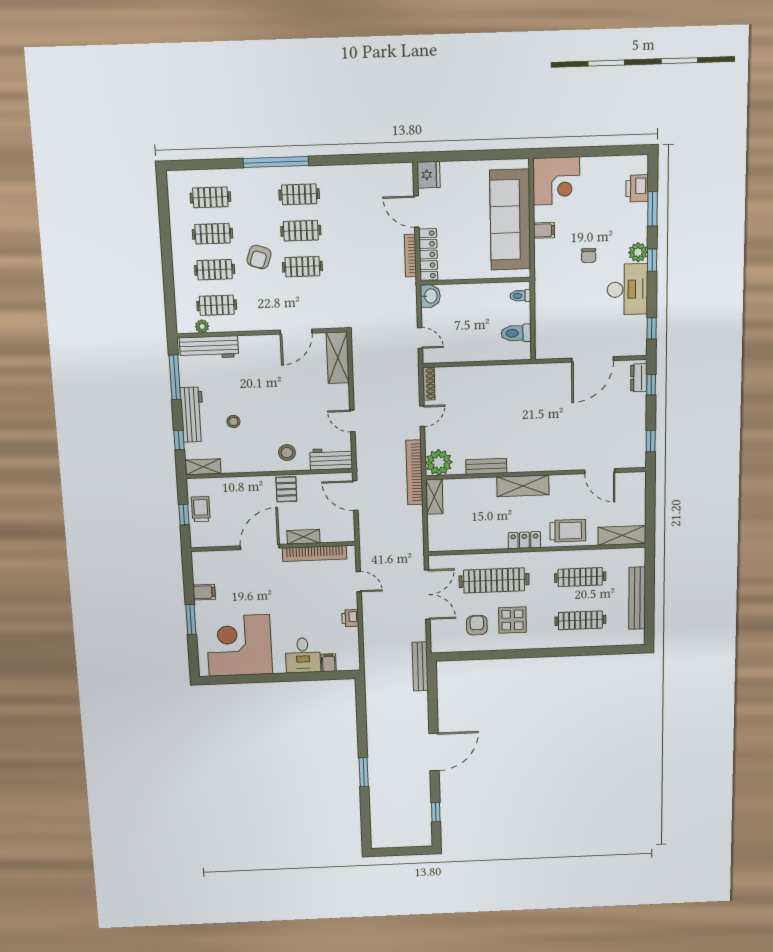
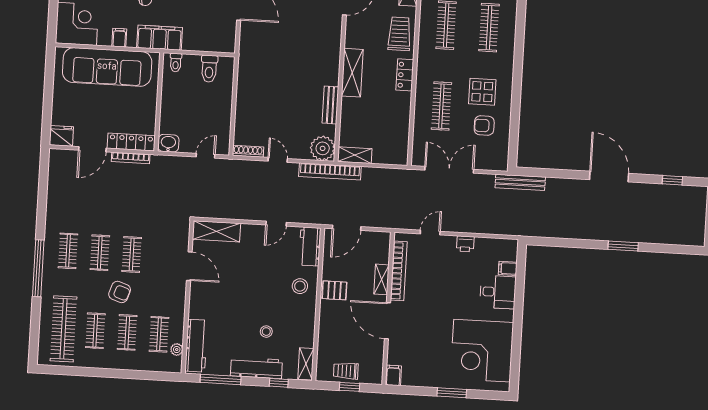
clothes rail: (210, 197) -> (63, 329), width x1.86, depth x1.31
filing cabinet: (547, 275) -> (160, 38), added
clothes rail: (494, 580) -> (441, 106), width x0.73, depth x0.76
filing cabinet: (204, 592) -> (393, 375), moved

